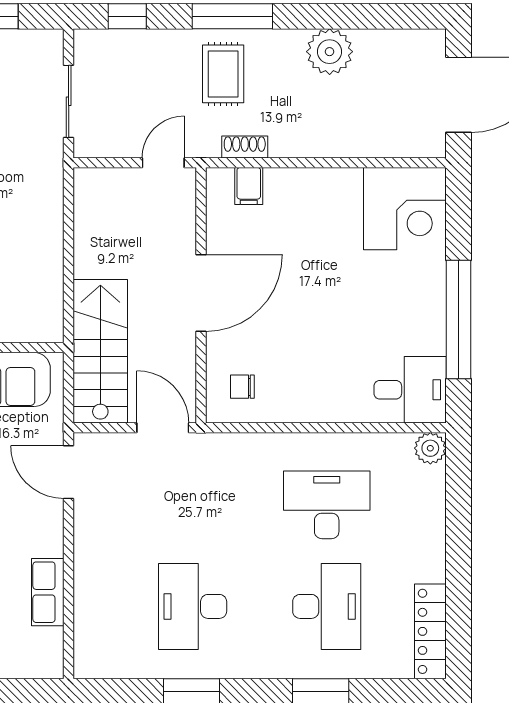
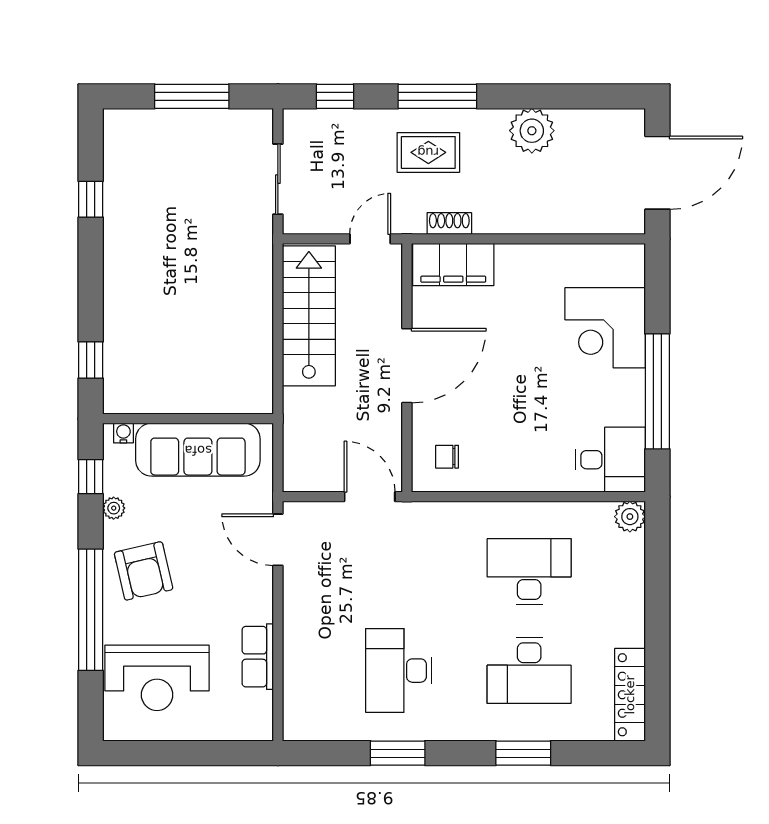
rug: (223, 74) -> (428, 152), turned 90
filing cabinet: (249, 186) -> (453, 264), width x3.00, depth x1.17
corner desk: (405, 209) -> (605, 328), moved, turned 90
stairs: (100, 351) -> (309, 316), moved
desk: (327, 606) -> (529, 671), turned 90

